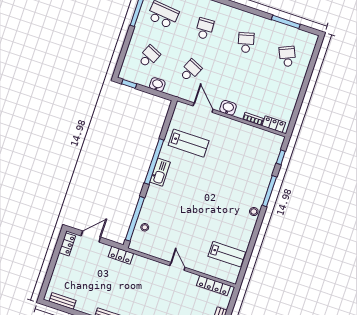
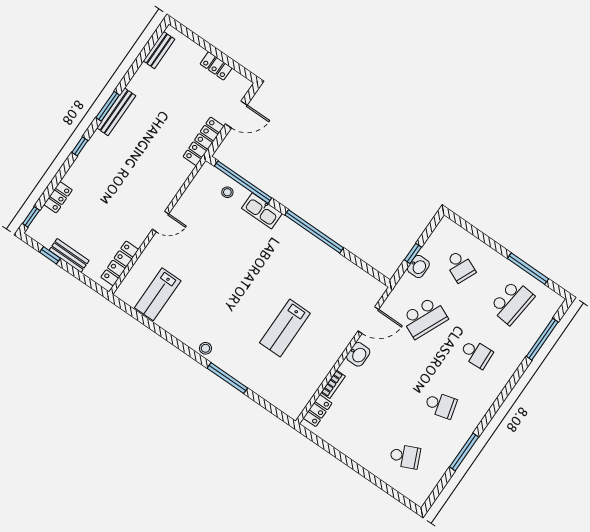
window: (286, 22) -> (464, 452), moved
school desk: (191, 70) -> (424, 318), width x1.85
window: (129, 84) -> (413, 253), moved
lab bench: (189, 143) -> (285, 328), moved
window: (281, 157) -> (269, 407), removed
kitchen sink: (160, 172) -> (262, 211), moved
door: (91, 236) -> (236, 114), hinge flipped
locker: (67, 244) -> (216, 66), moved
locker: (121, 255) -> (204, 141), width x1.53

